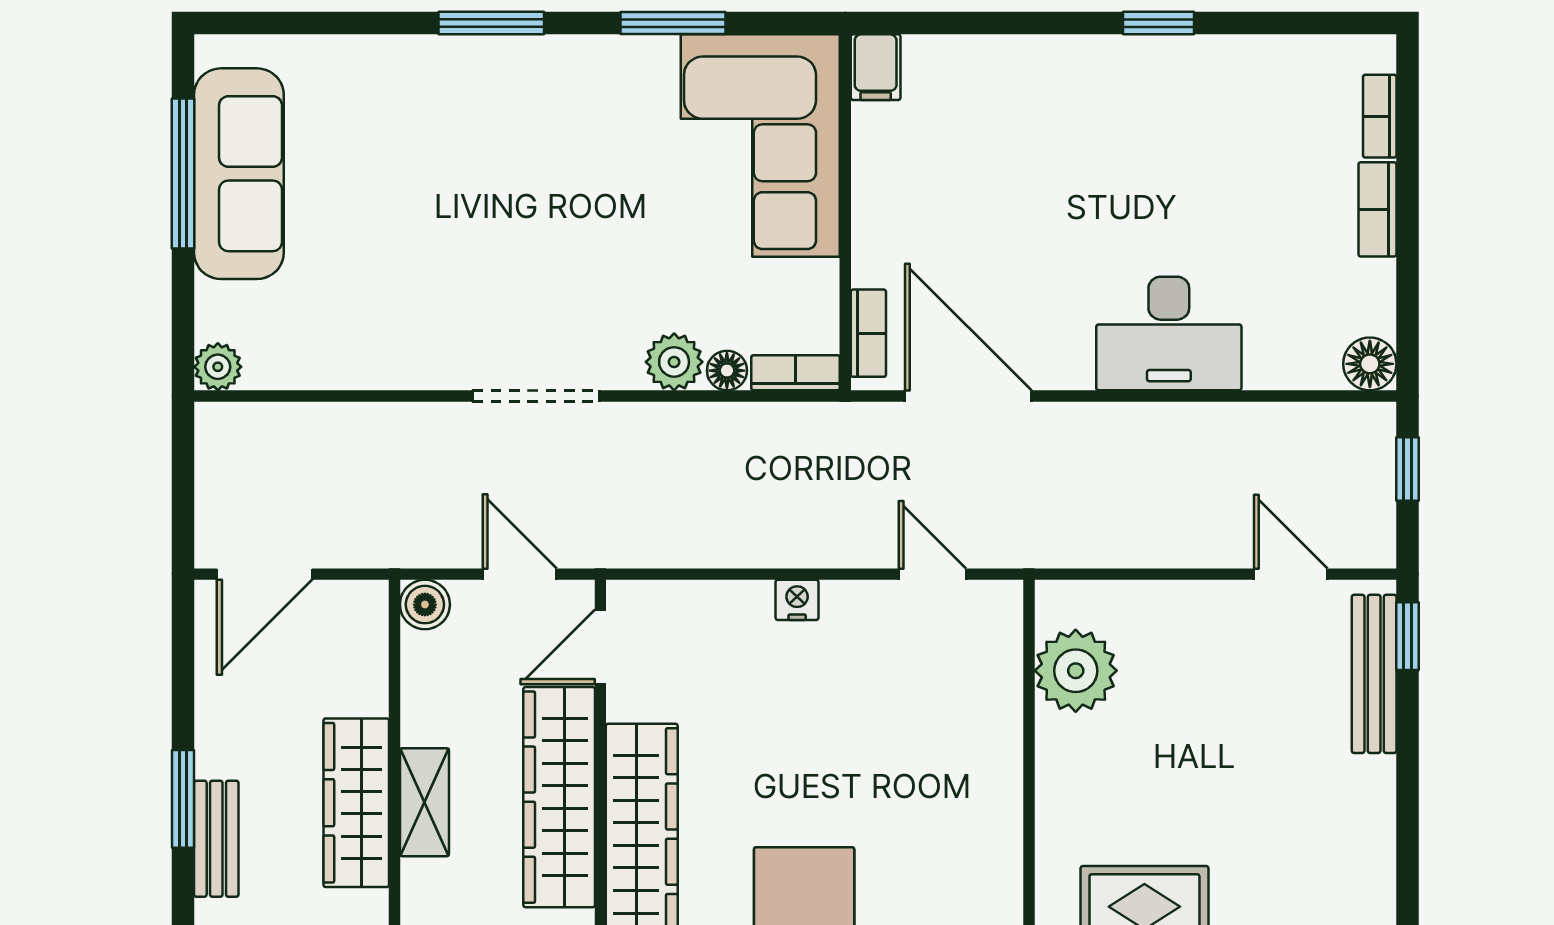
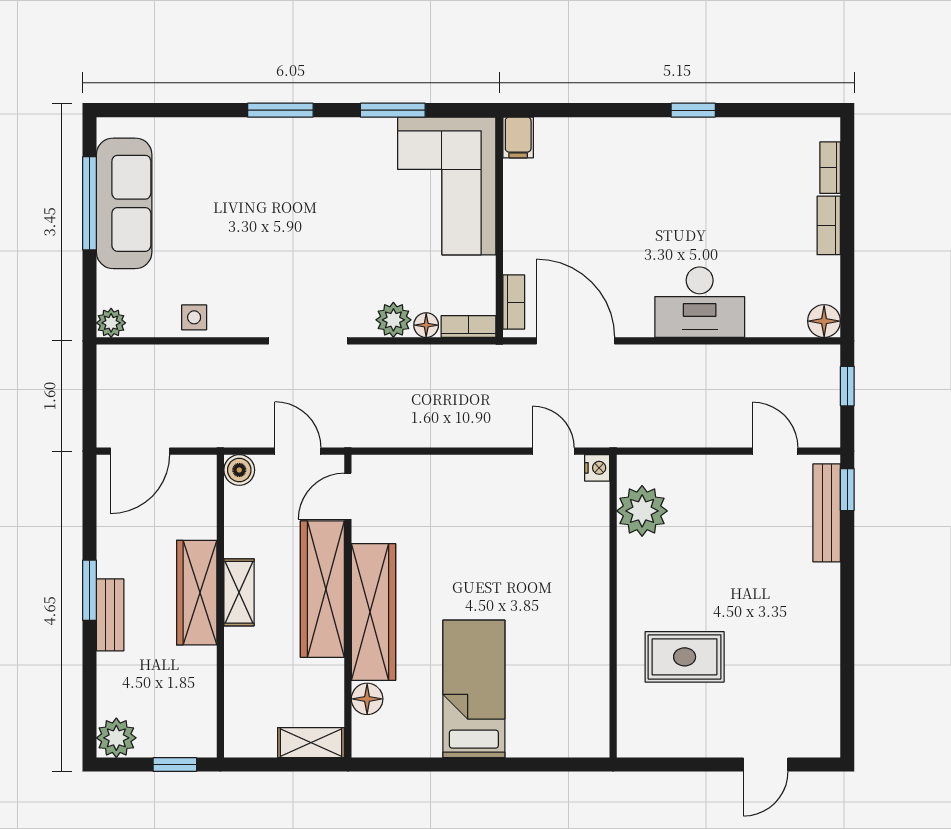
side table: (352, 358) -> (194, 317), added
nightstand: (797, 600) -> (597, 468), moved, turned 90

